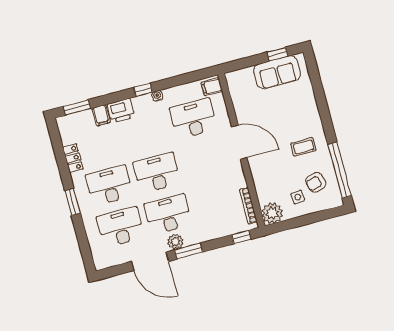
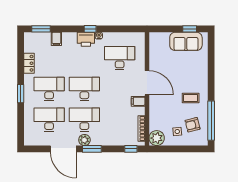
filing cabinet: (212, 87) -> (138, 101), moved
printer: (121, 111) -> (86, 39), moved

